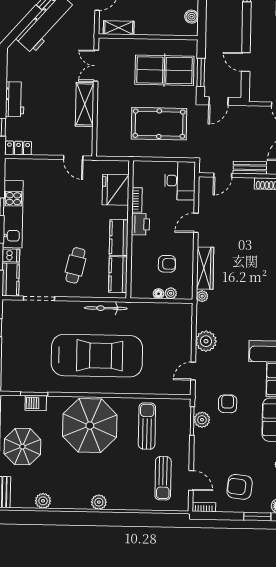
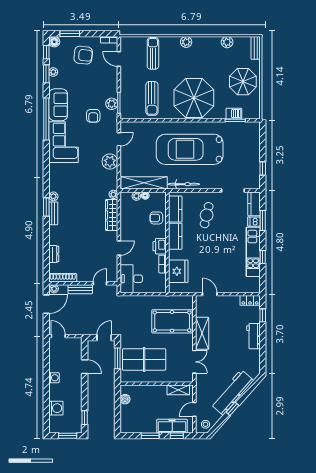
pool table: (159, 124) -> (172, 321), moved
armchair: (167, 264) -> (156, 218), moved
shelving: (160, 311) -> (144, 183), added
sun lounger: (163, 478) -> (153, 53), moved

